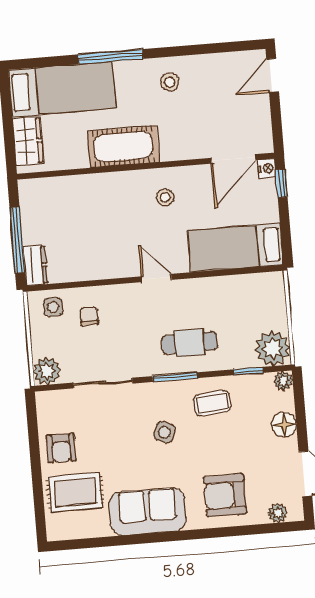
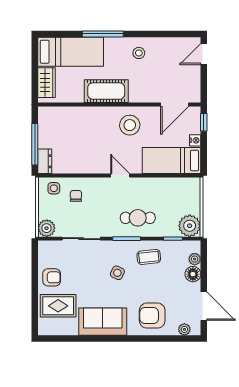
nightstand: (267, 168) -> (195, 140), moved
stool: (165, 197) -> (130, 125), width x1.89, depth x1.89
plant: (283, 381) -> (195, 259), moved
armchair: (61, 448) -> (52, 277), turned -90

